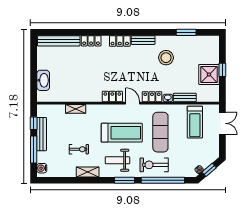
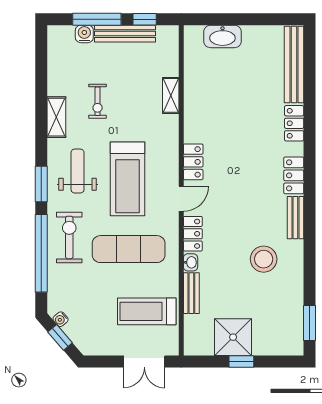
window: (186, 32) -> (309, 323), moved
water cooler: (42, 168) -> (84, 34), moved

